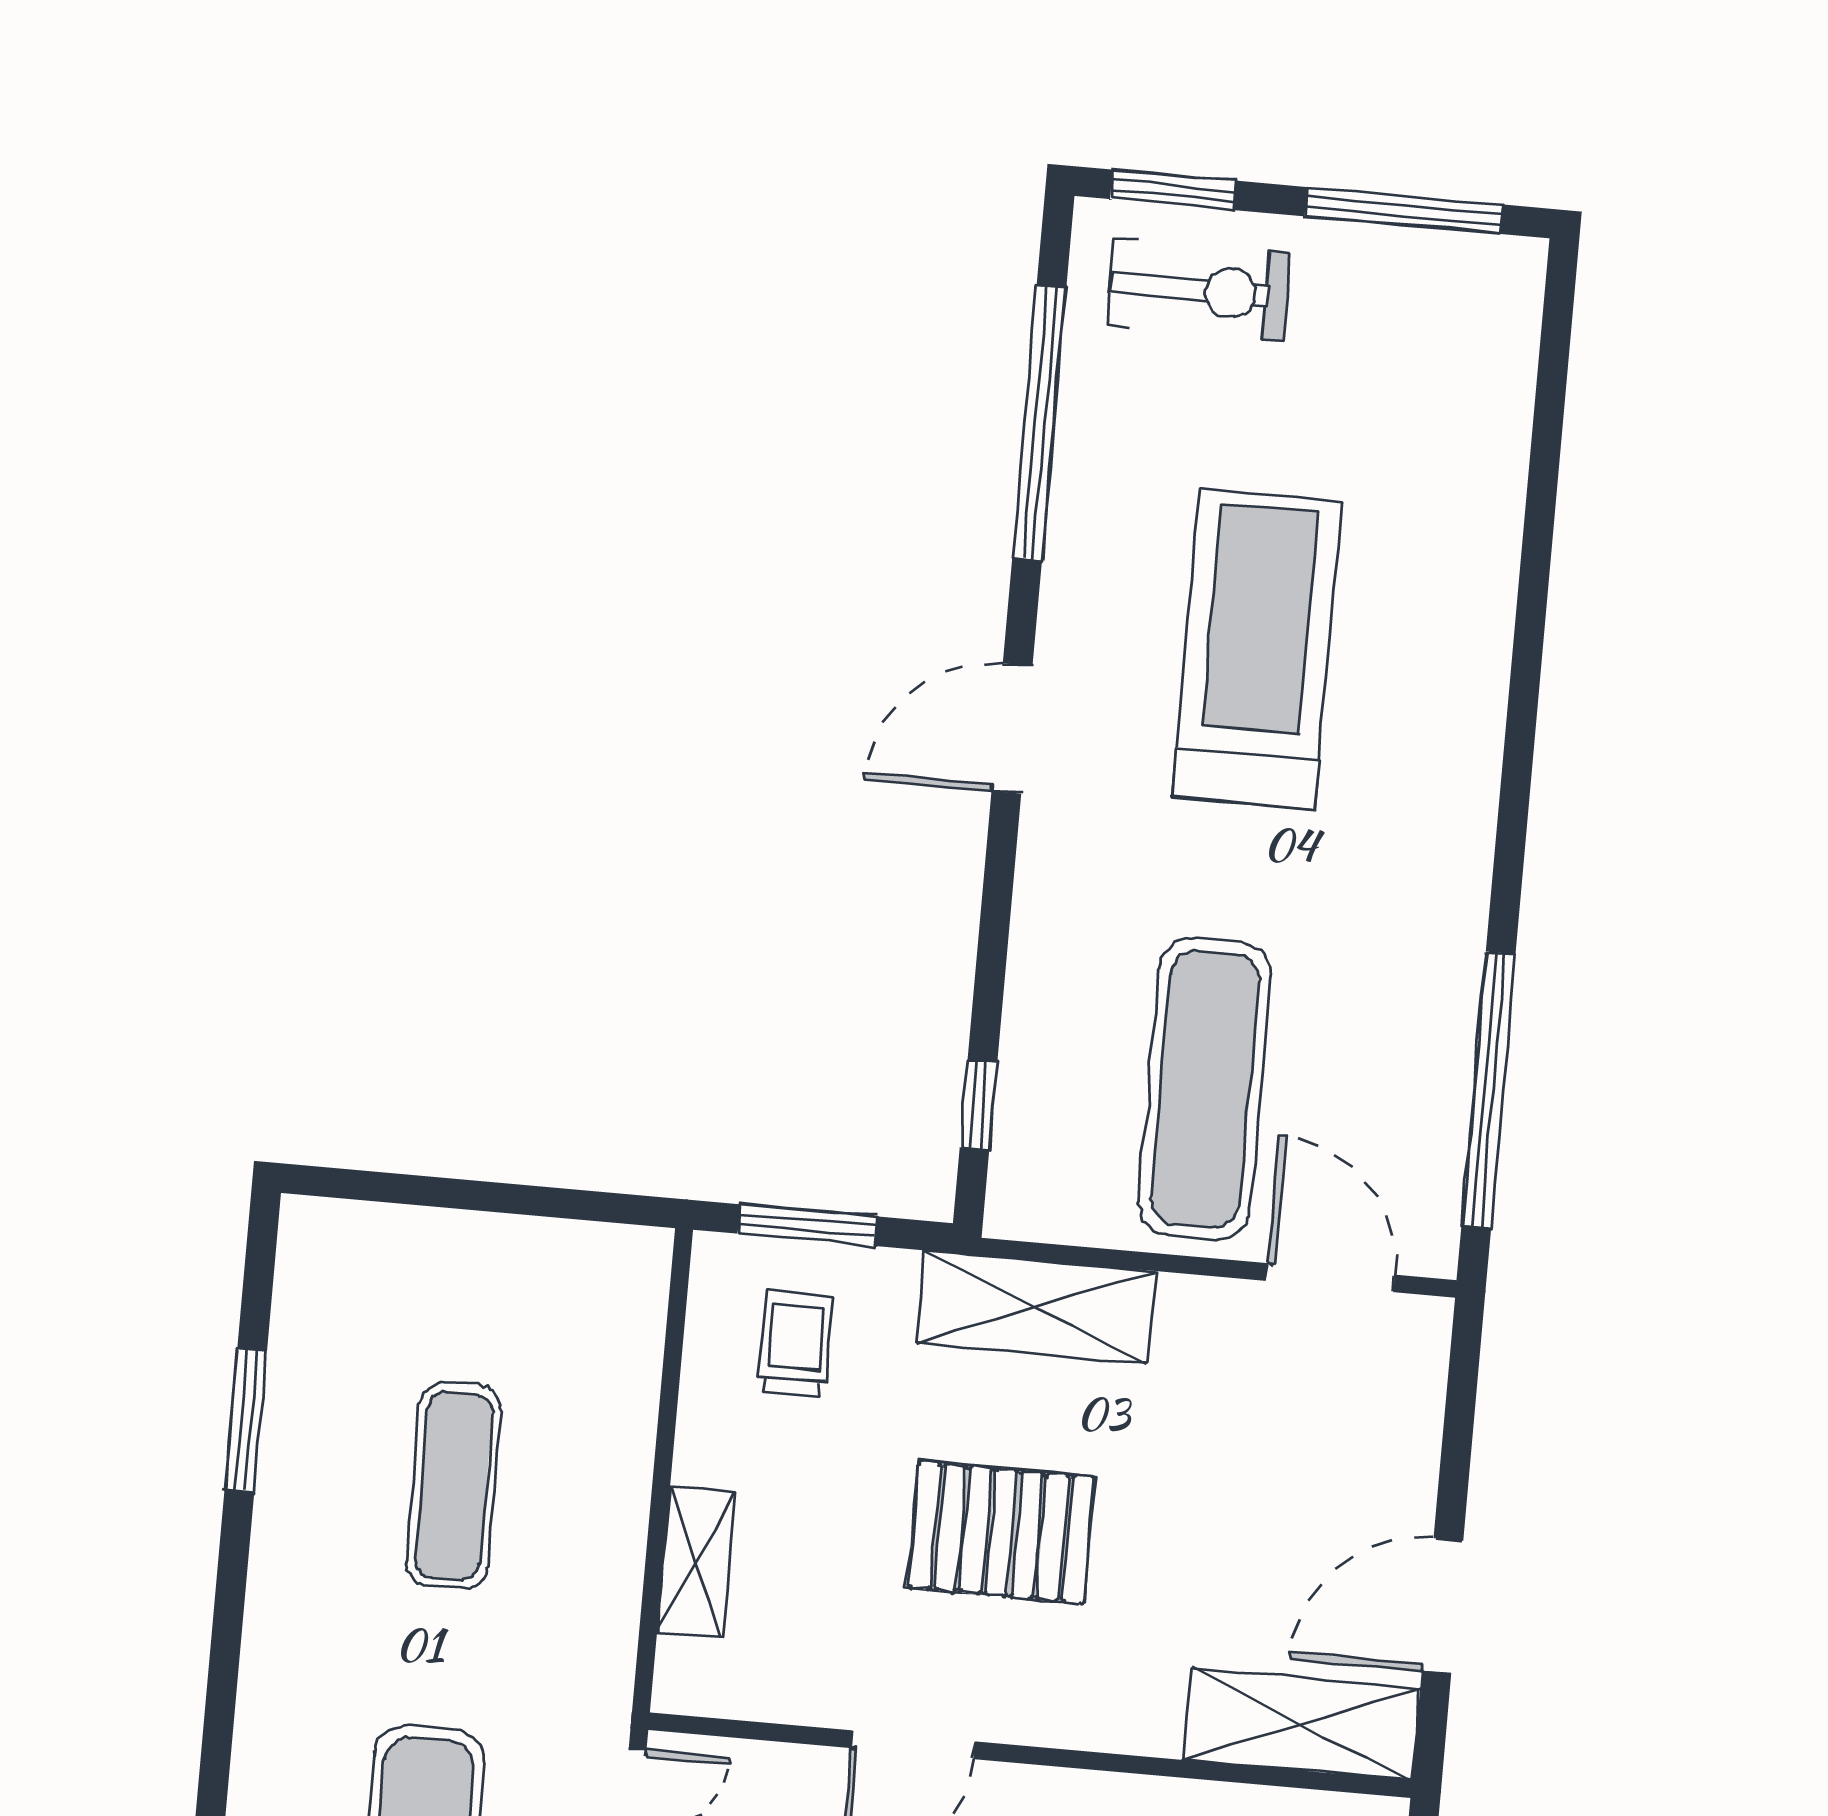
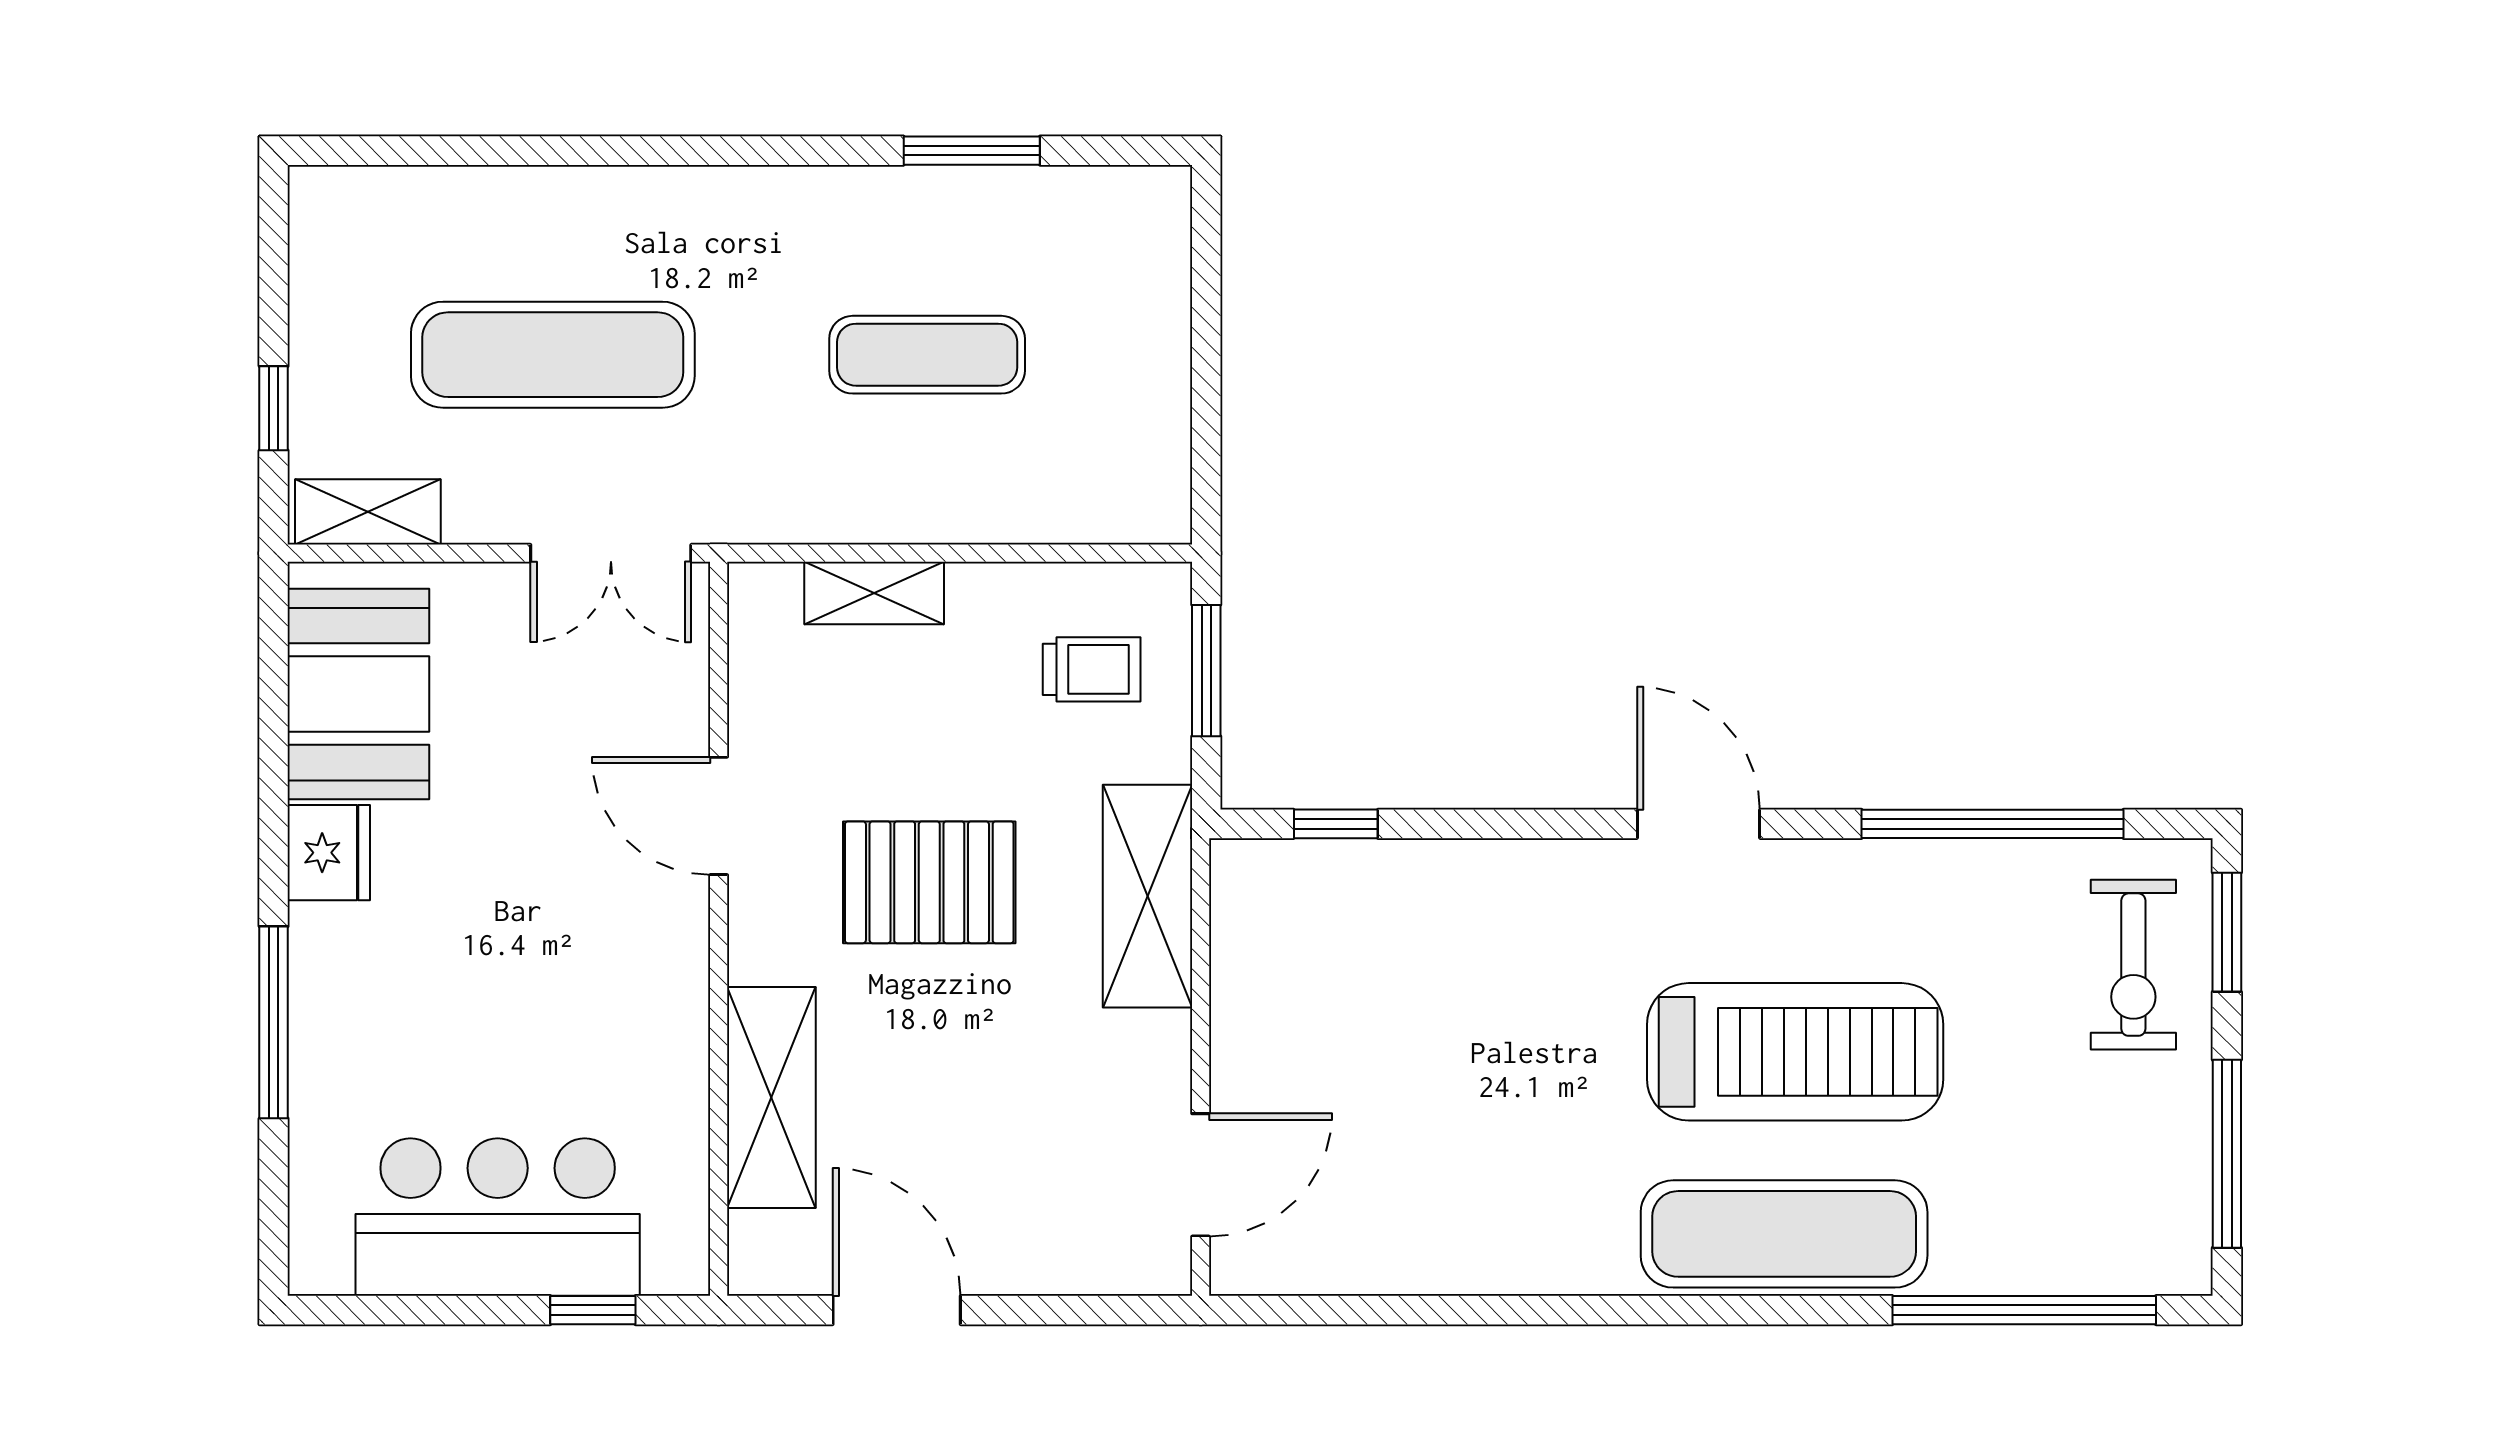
exercise mat: (1205, 1089) -> (1784, 1234), moved
window: (1489, 1090) -> (2024, 1310), moved
pallet: (1001, 1532) -> (929, 882), turned 90
shelving: (1301, 1724) -> (771, 1098), moved

